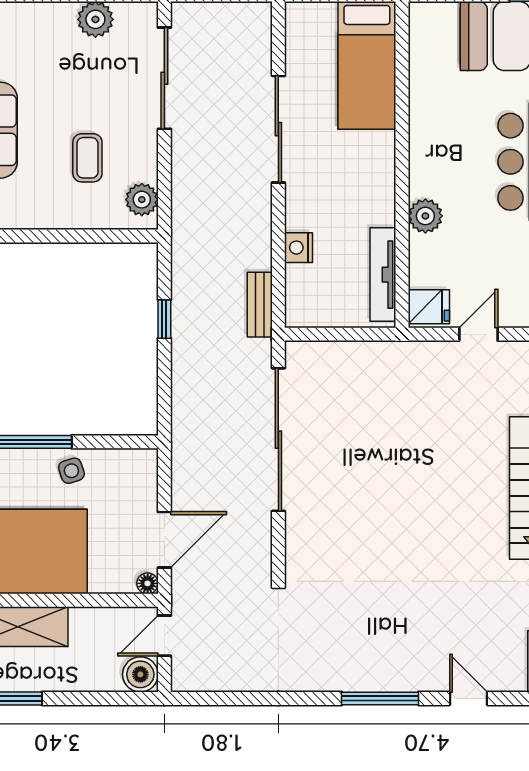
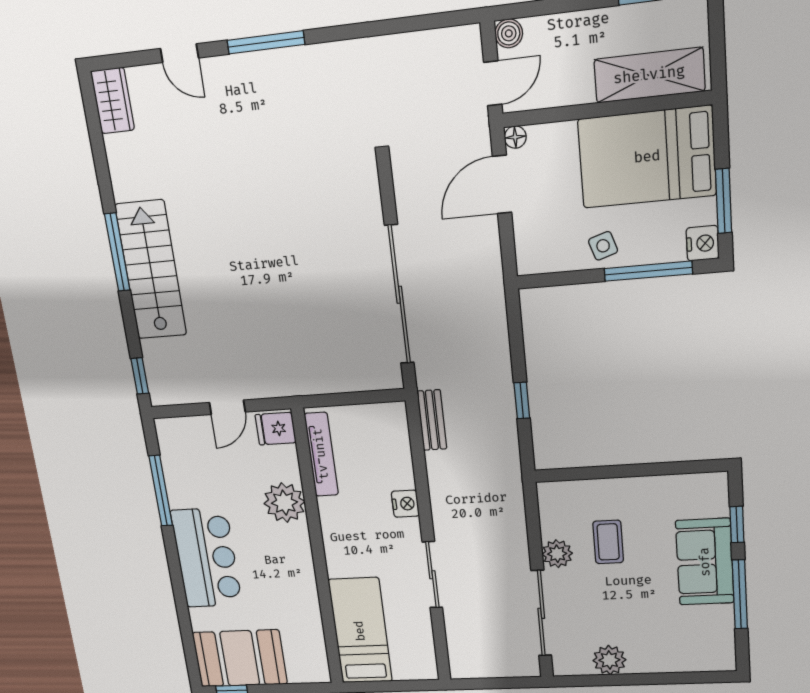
sliding door: (278, 129) -> (432, 575), width x0.73
plant: (142, 200) -> (557, 554), moved
plant: (425, 216) -> (284, 503), width x1.36, depth x1.36
nightstand: (299, 248) -> (405, 504), moved
boiler: (140, 674) -> (509, 33), width x0.73, depth x0.73

